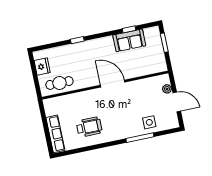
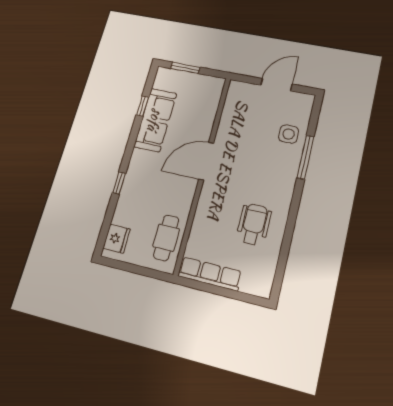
sofa: (129, 40) -> (155, 120), width x1.36
fridge: (42, 67) -> (117, 239), moved, turned 90
plant: (167, 89) -> (251, 90), removed
row of seats: (55, 134) -> (210, 274), moved

